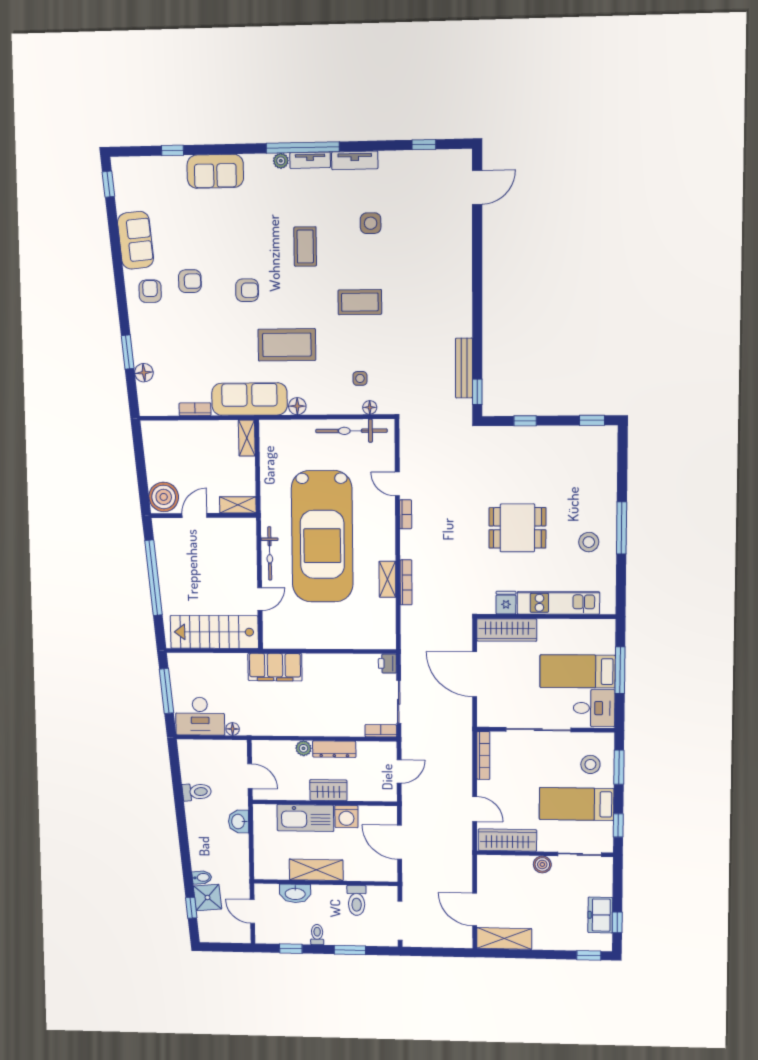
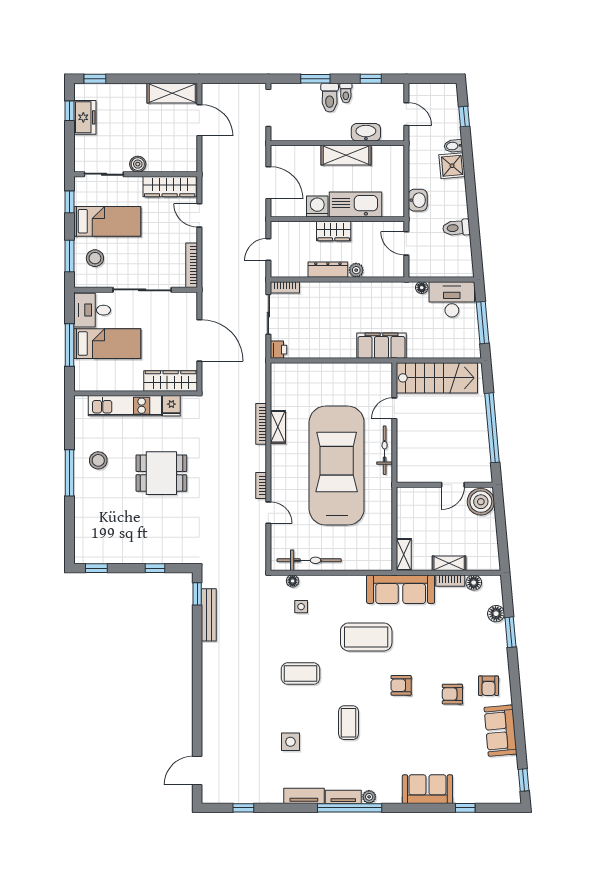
floor lamp: (297, 406) -> (474, 583), moved
shelving: (238, 505) -> (449, 563), moved
shower: (207, 898) -> (452, 166), moved
toilet: (357, 900) -> (330, 98), moved, turned 180

